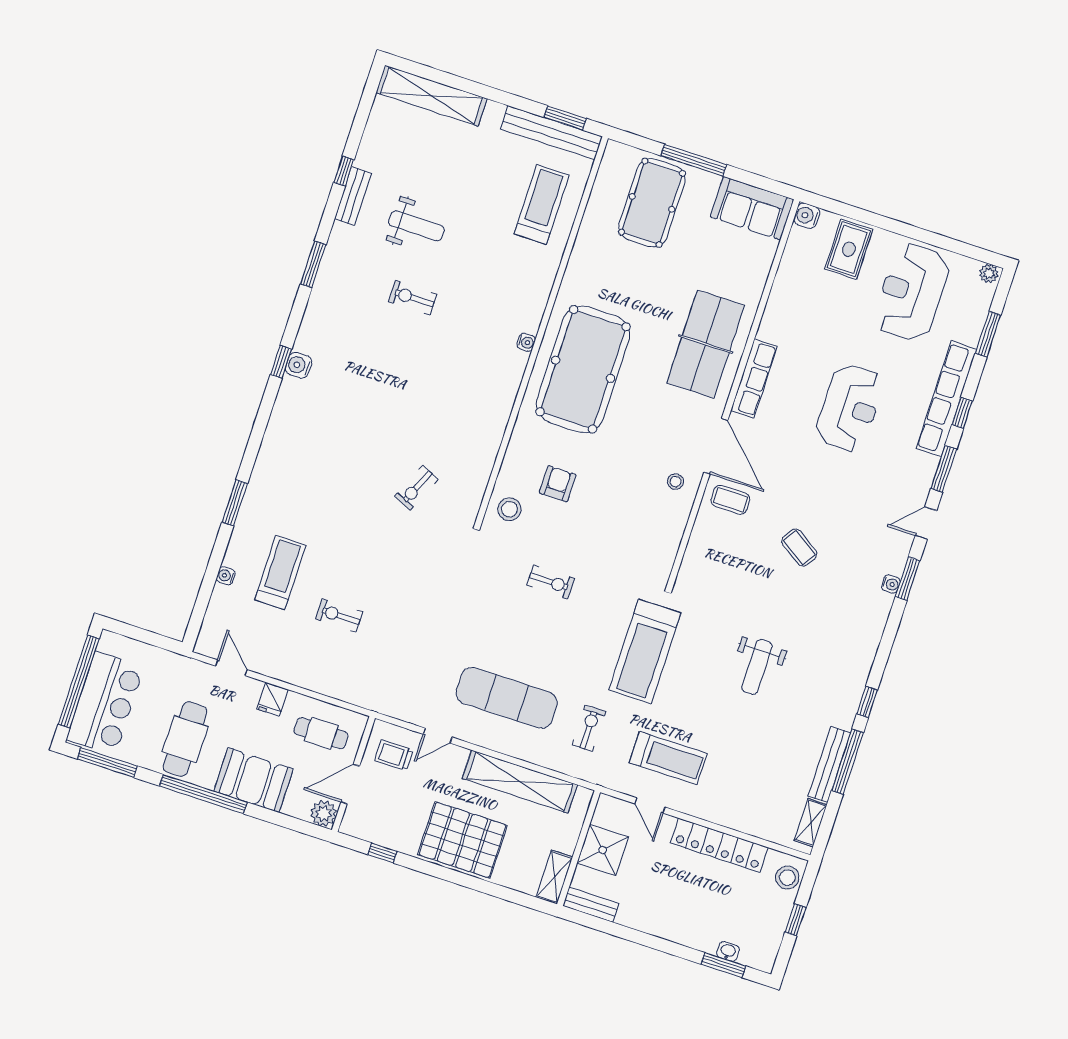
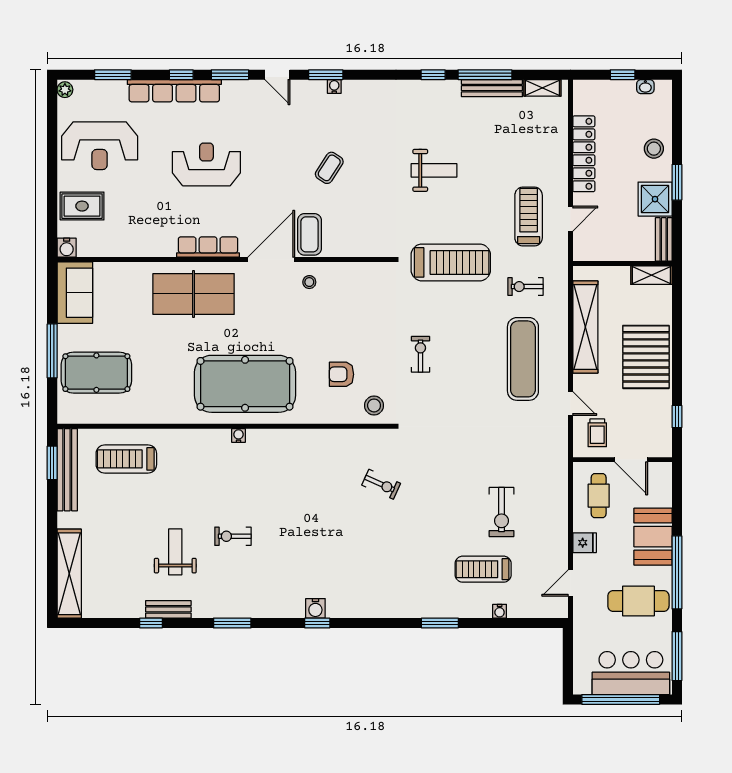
exercise bike: (413, 298) -> (233, 536), turned 90
coffee table: (730, 500) -> (309, 234), width x1.36, depth x1.30
exercise bike: (339, 615) -> (502, 512), width x1.38, depth x1.39
plant: (324, 814) -> (661, 473), removed
shower: (603, 850) -> (655, 199), moved
stool: (787, 878) -> (654, 149), moved
washbasin: (728, 951) -> (645, 87), moved, turned -90
window: (723, 965) -> (677, 182), moved

